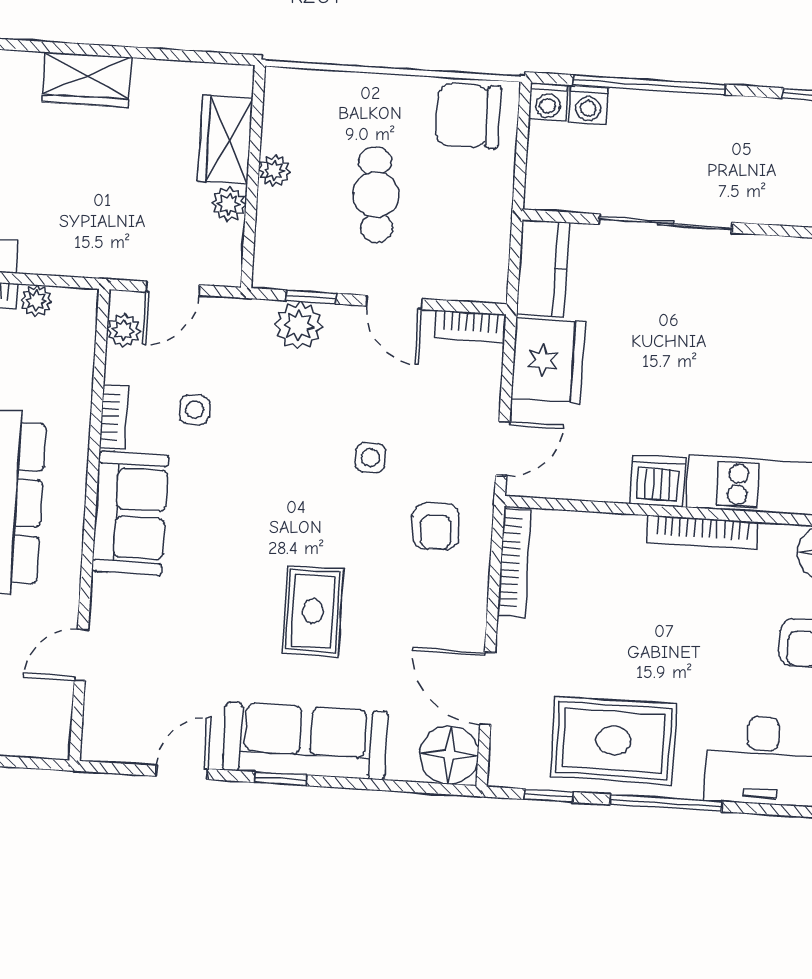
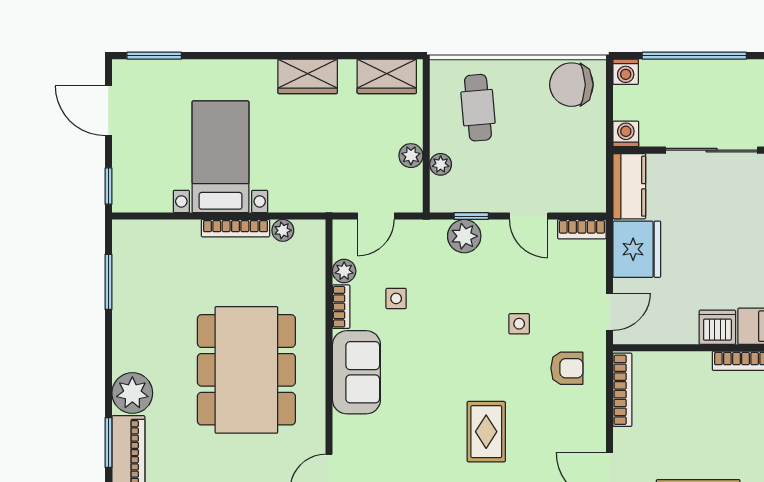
washing machine: (588, 105) -> (626, 134), moved, turned 180
wardrobe: (225, 140) -> (387, 76), moved, turned -90
plant: (274, 170) -> (441, 164), moved
cafe table: (376, 195) -> (478, 108), moved
plant: (124, 330) -> (344, 271), moved
armchair: (436, 527) -> (567, 368), turned -87

